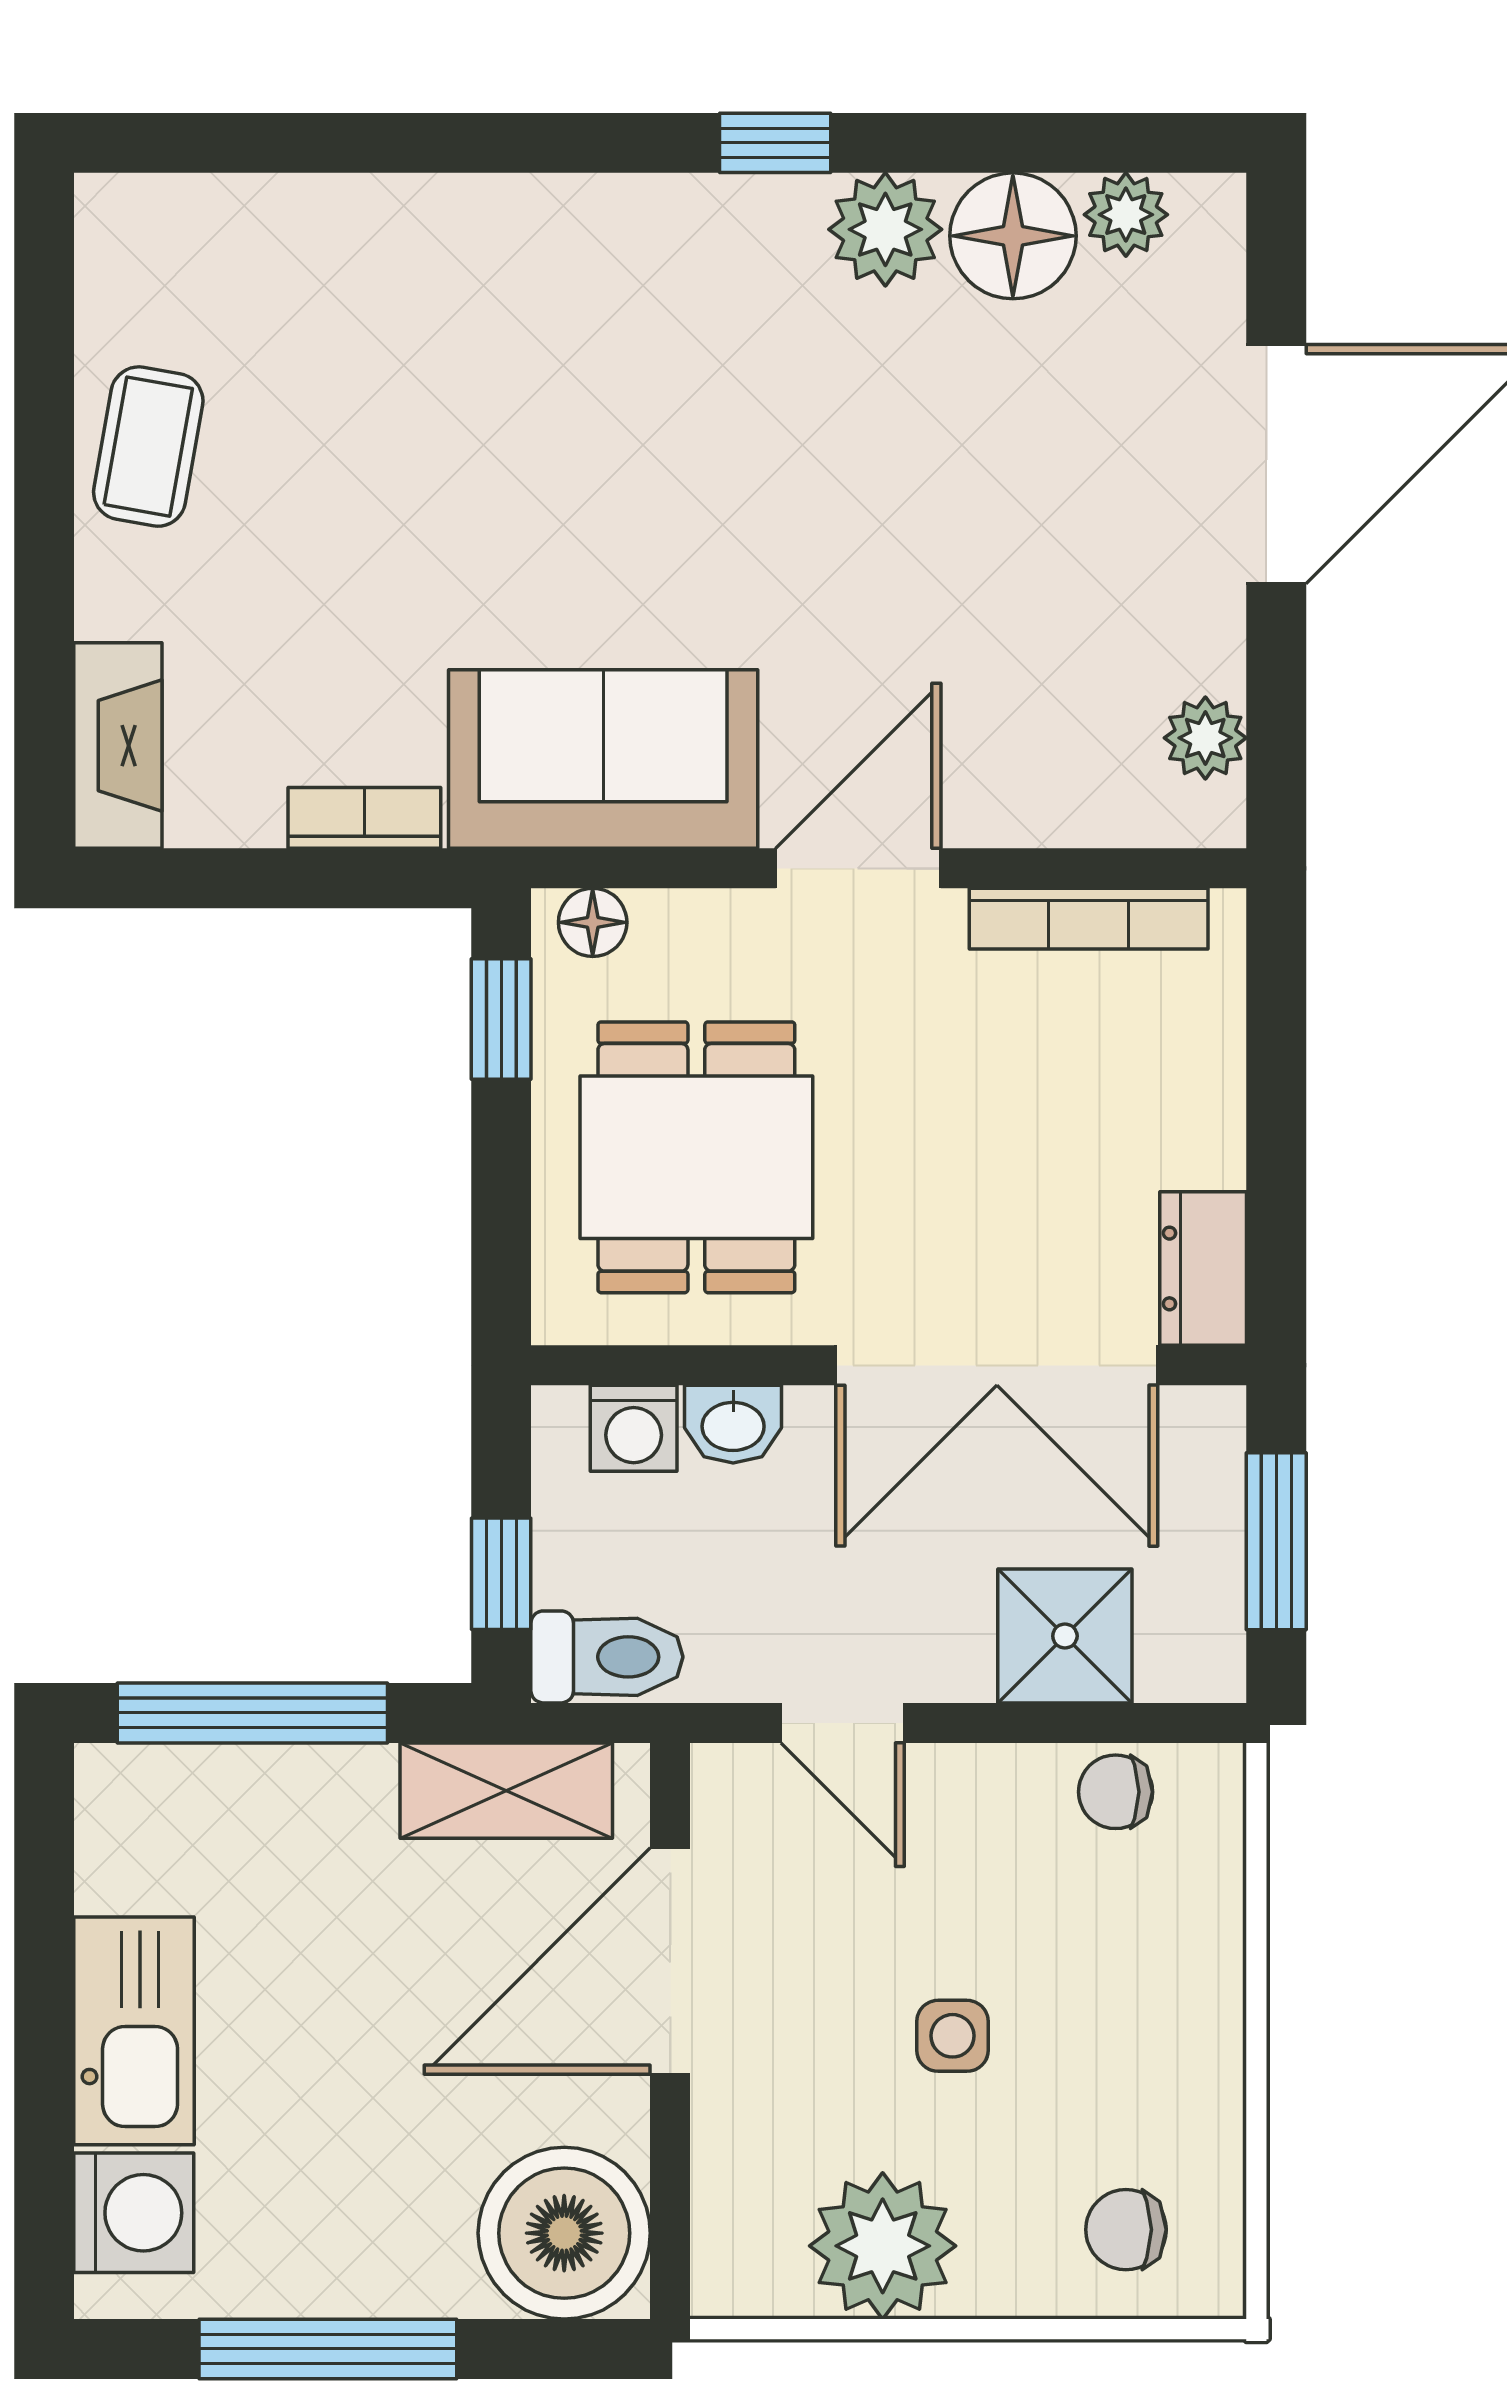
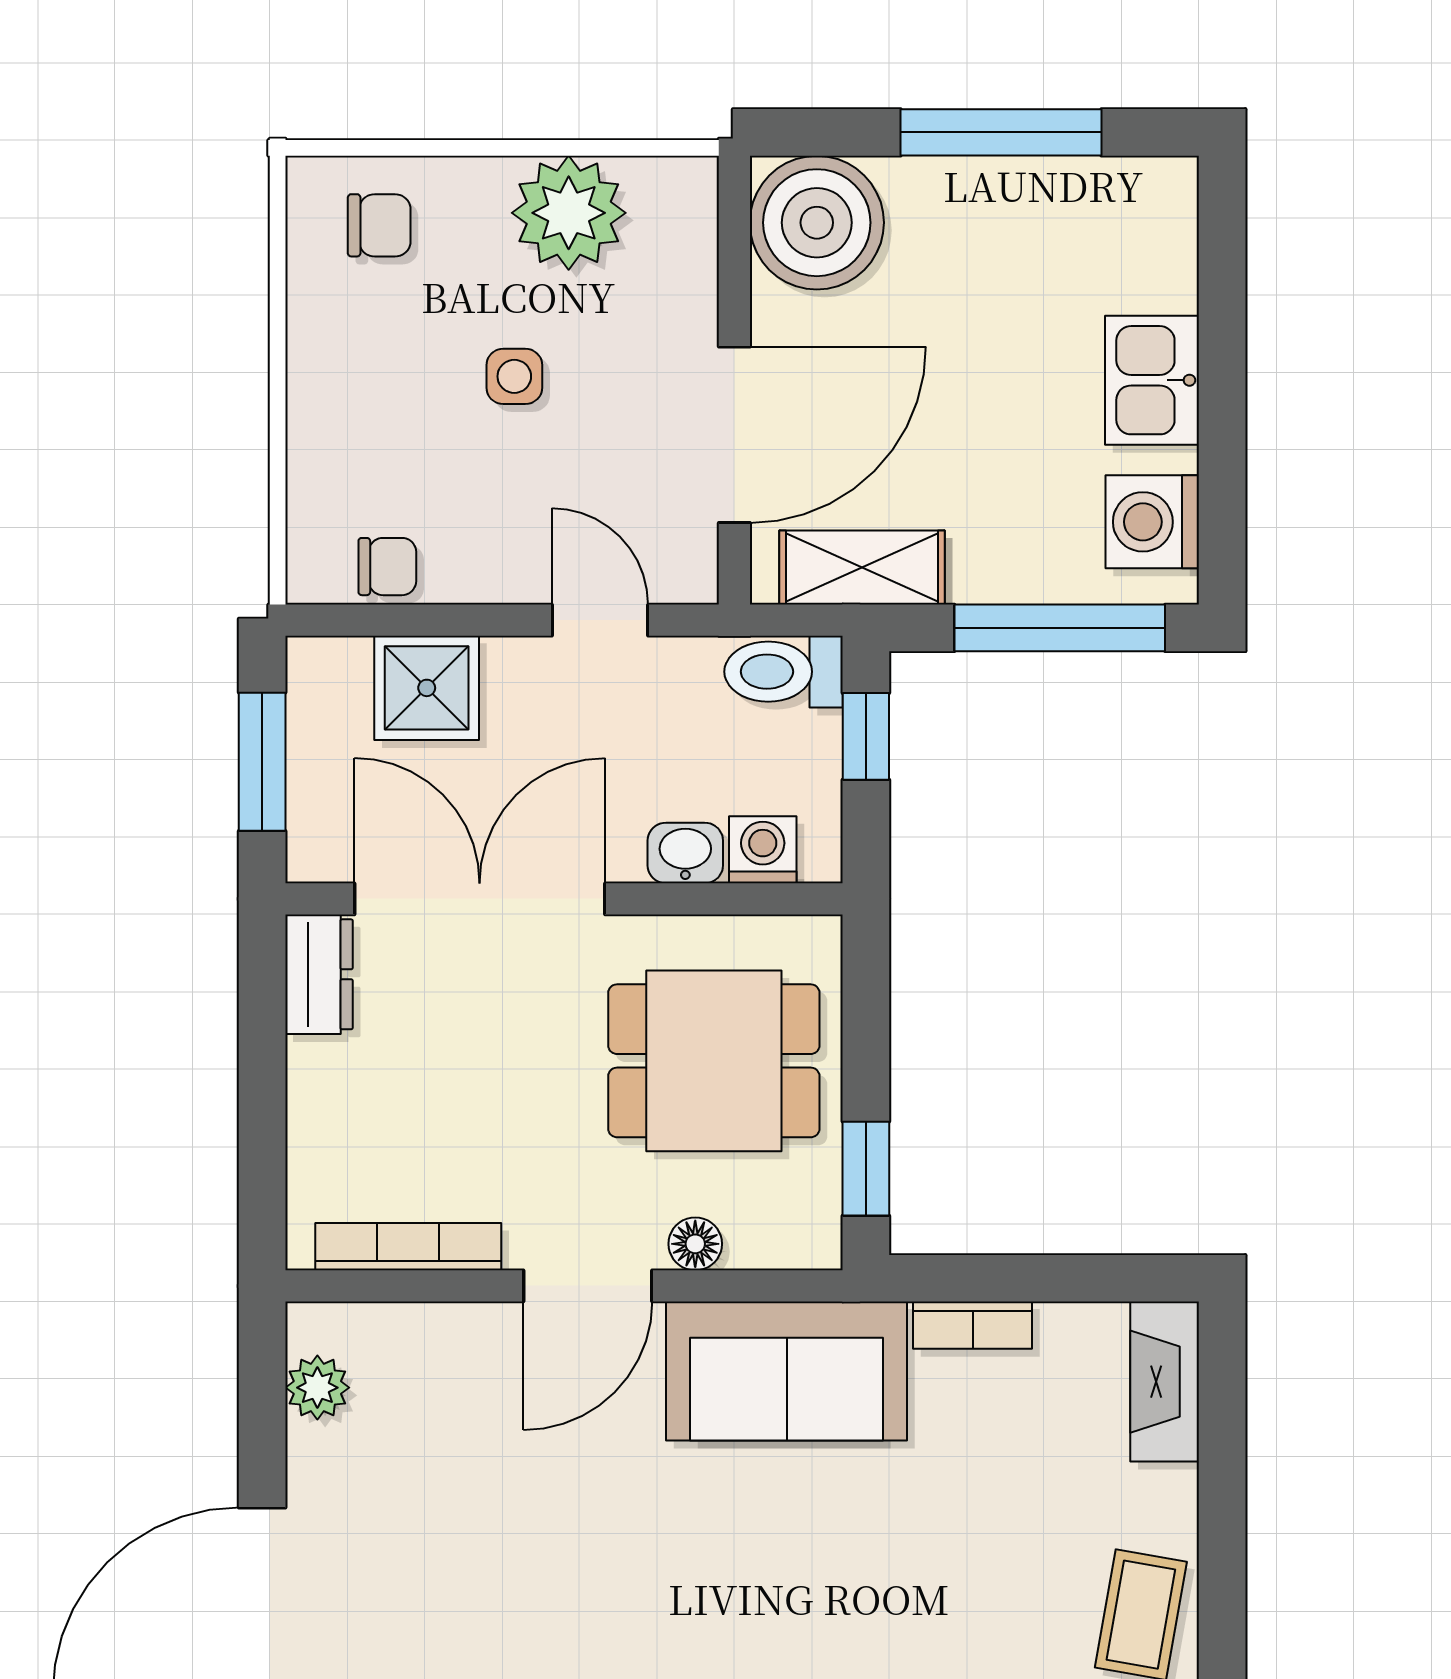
floor lamp: (593, 922) -> (695, 1244), moved
dining table: (696, 1157) -> (714, 1061), turned 90
kitchen sink: (134, 2031) -> (1152, 380), width x0.73
washing machine: (134, 2213) -> (1152, 522), moved

